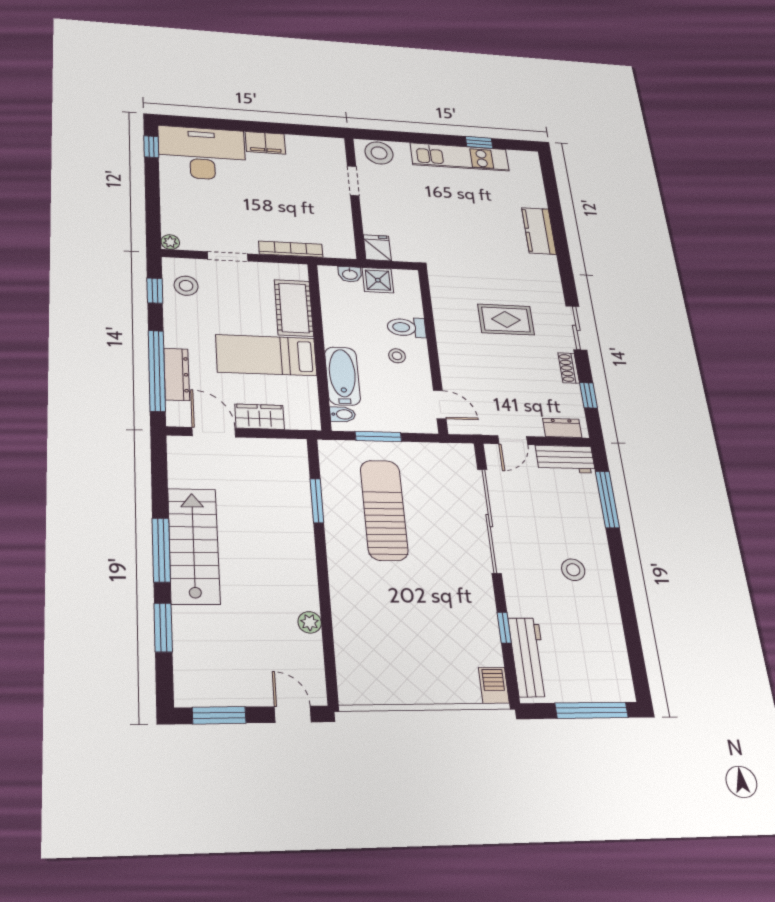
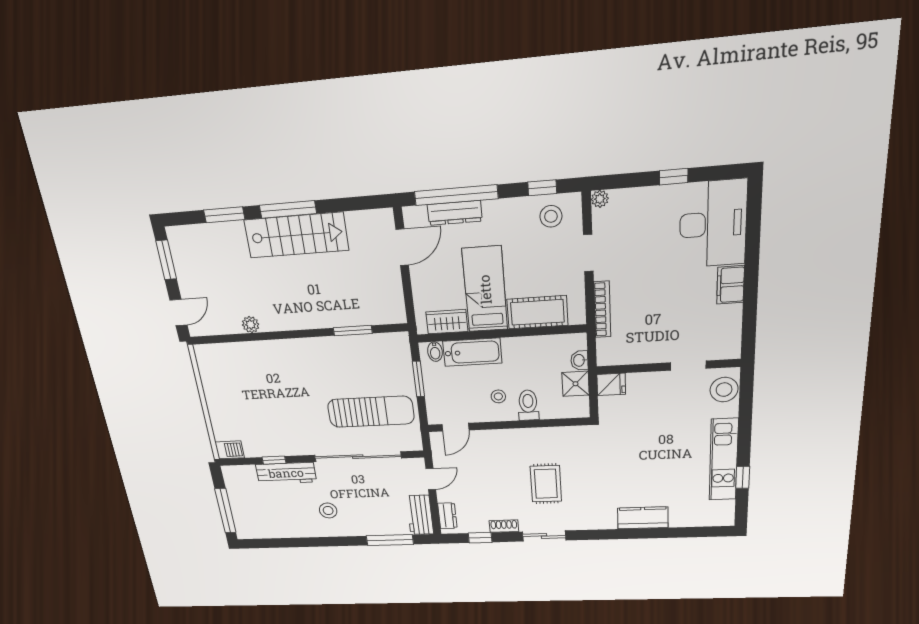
window: (151, 147) -> (674, 177), moved
wardrobe: (260, 417) -> (447, 322), moved, turned -90
door: (513, 440) -> (431, 479), swing flipped
sun lounger: (384, 510) -> (371, 412), moved
workbench: (529, 657) -> (286, 473), moved

